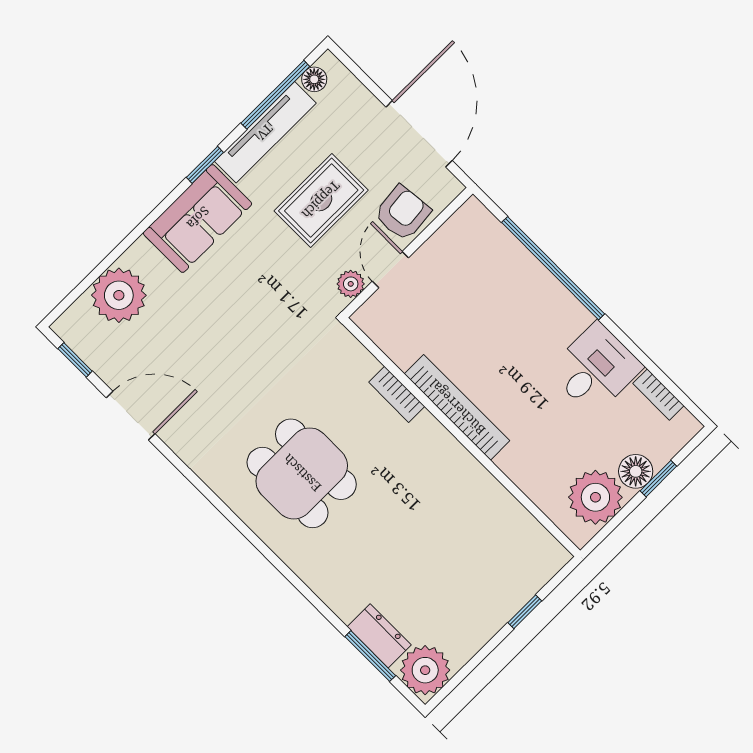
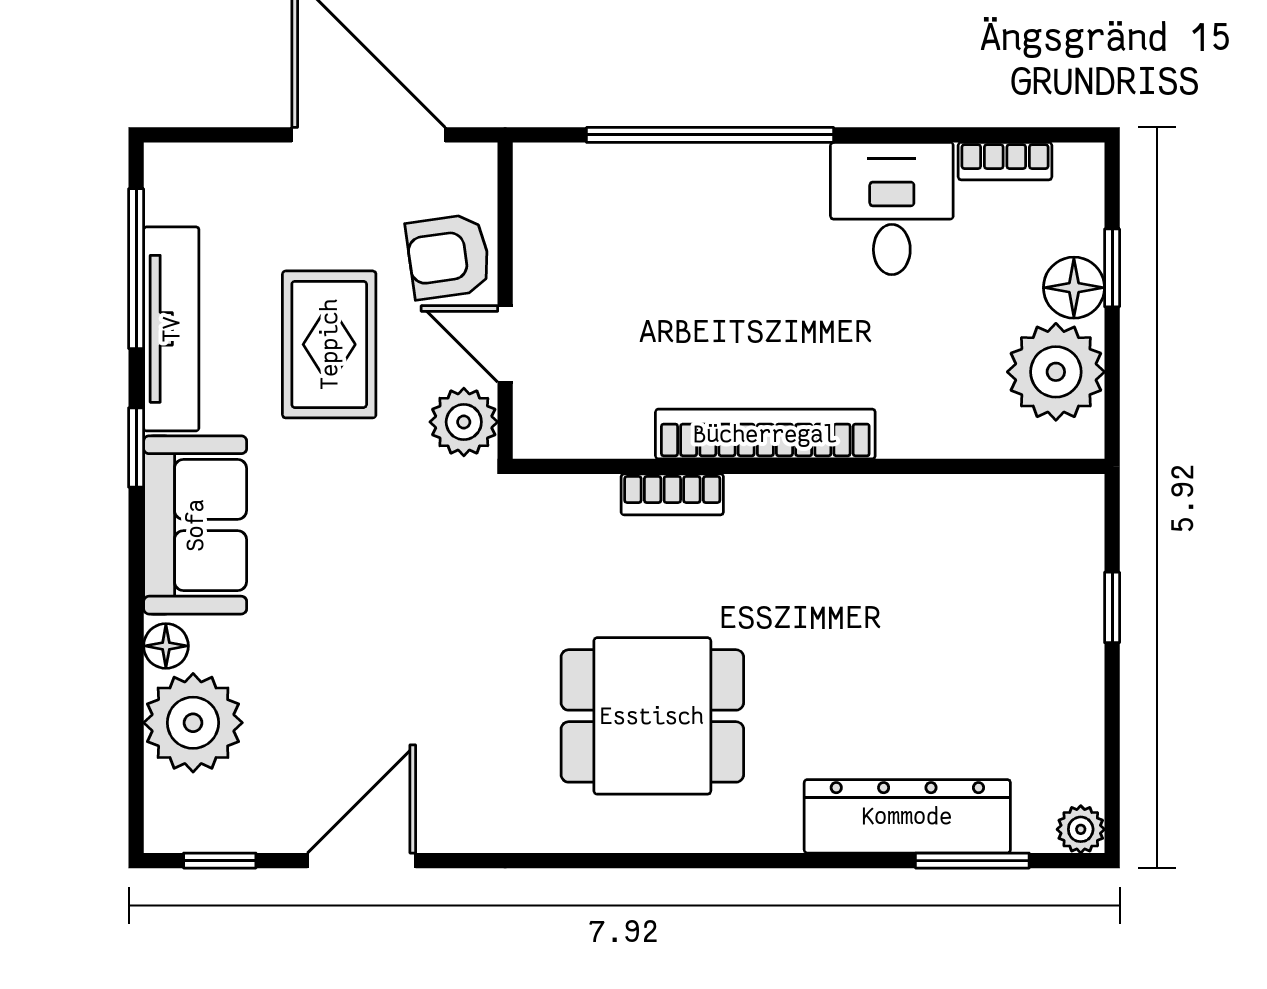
floor lamp: (314, 79) -> (166, 646), moved
armchair: (403, 213) -> (448, 257), turned -92
plant: (351, 284) -> (464, 422), width x1.38, depth x1.38
dresser: (379, 636) -> (907, 816), width x1.96, depth x1.24
plant: (425, 670) -> (1081, 829), width x0.53, depth x0.53

